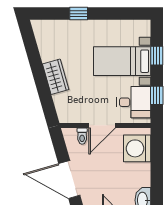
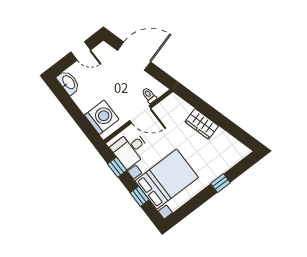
bed with nightstands: (122, 61) -> (167, 179), width x1.36
door: (102, 125) -> (140, 114), swing flipped

